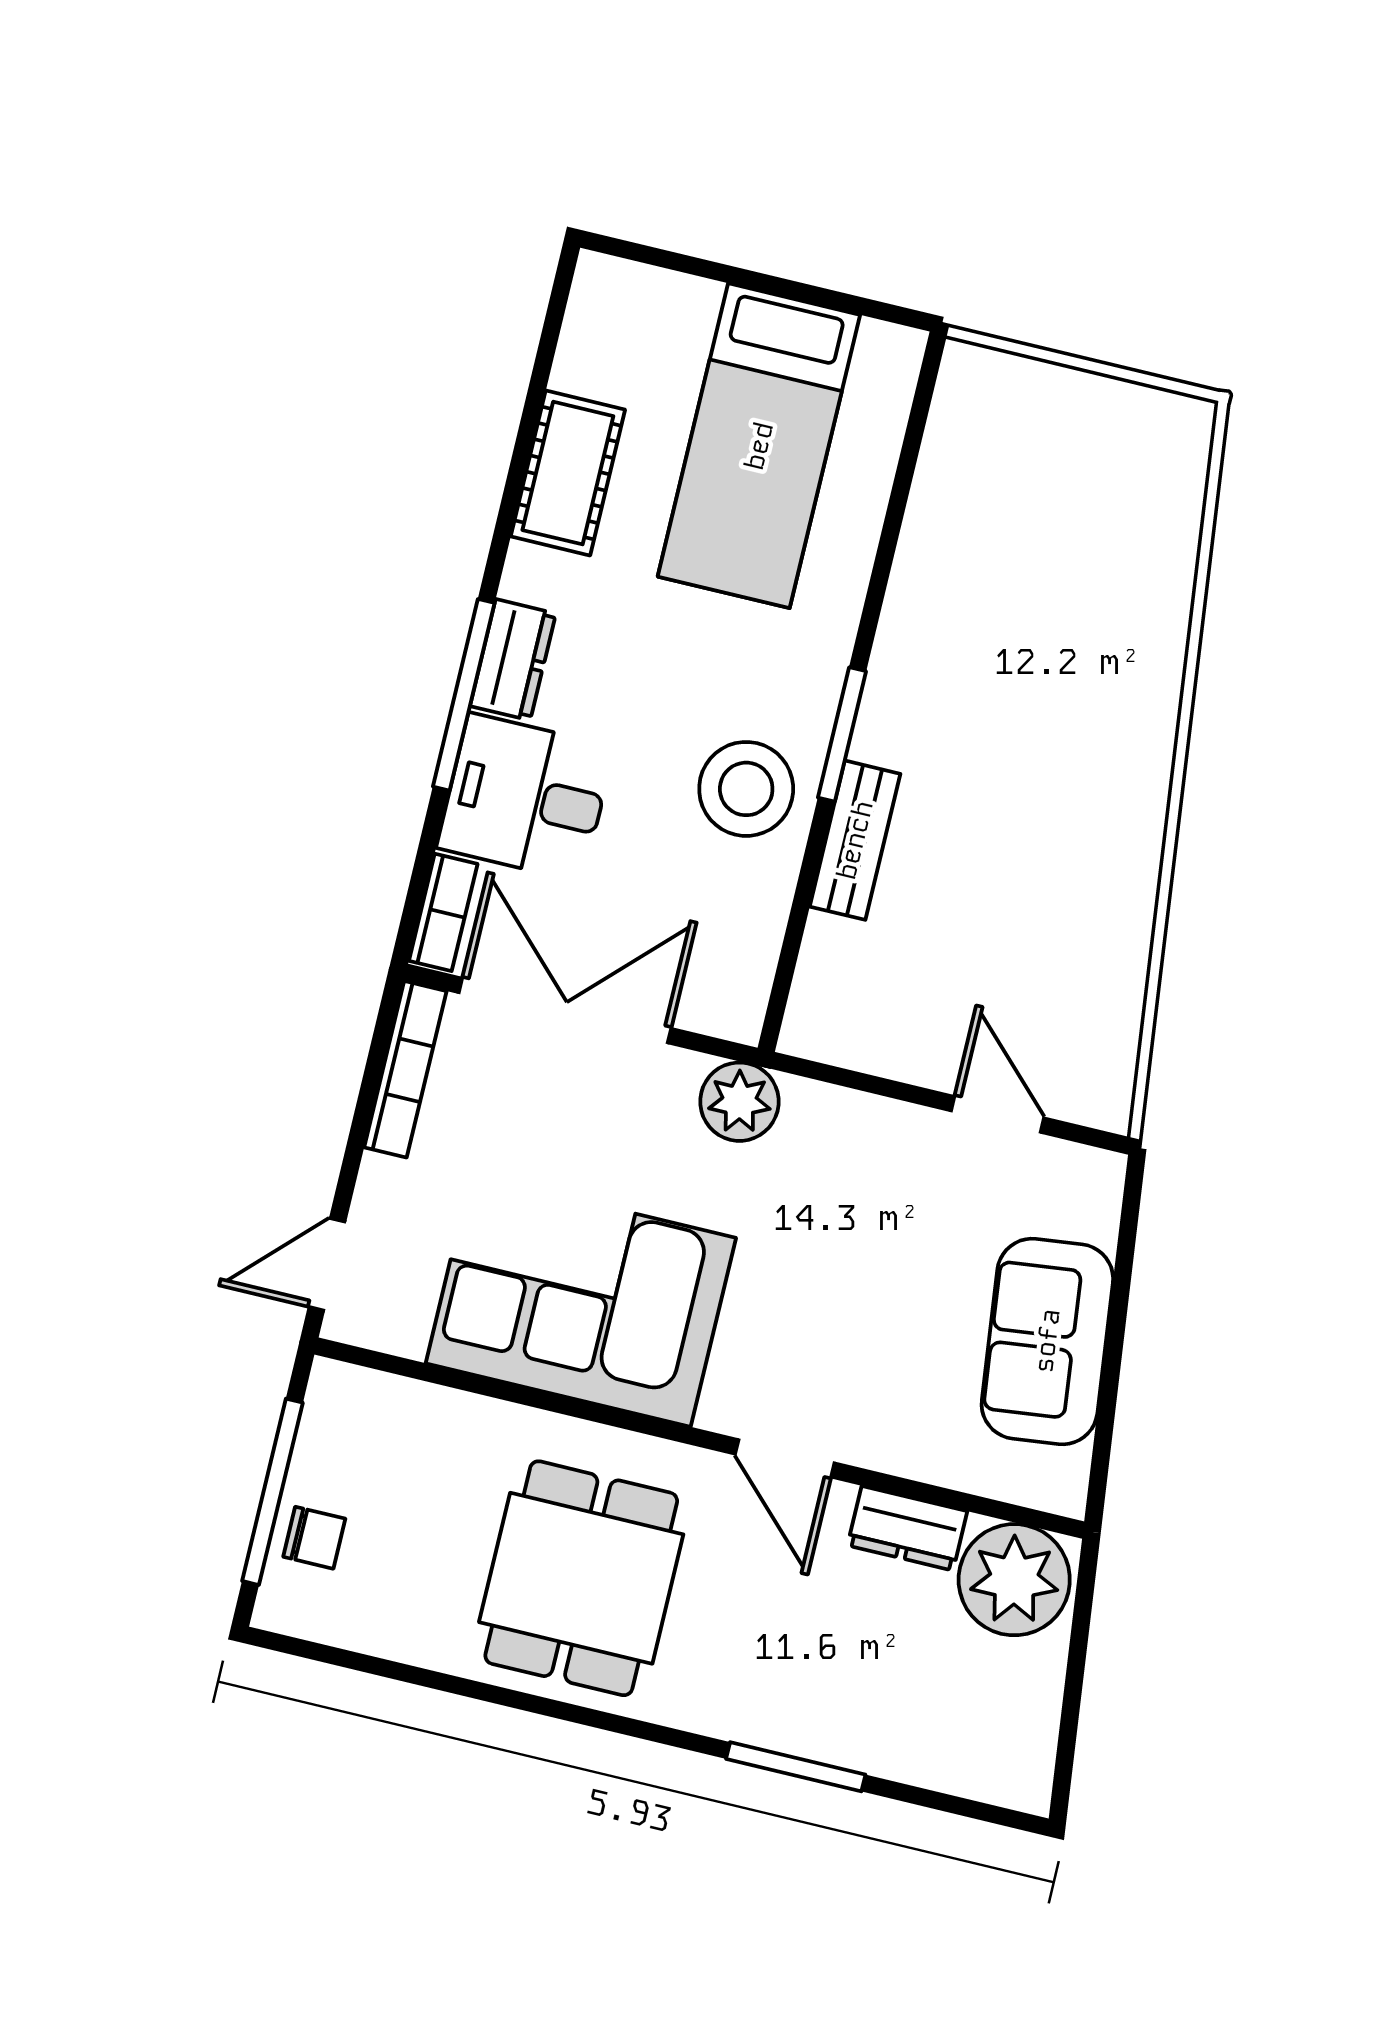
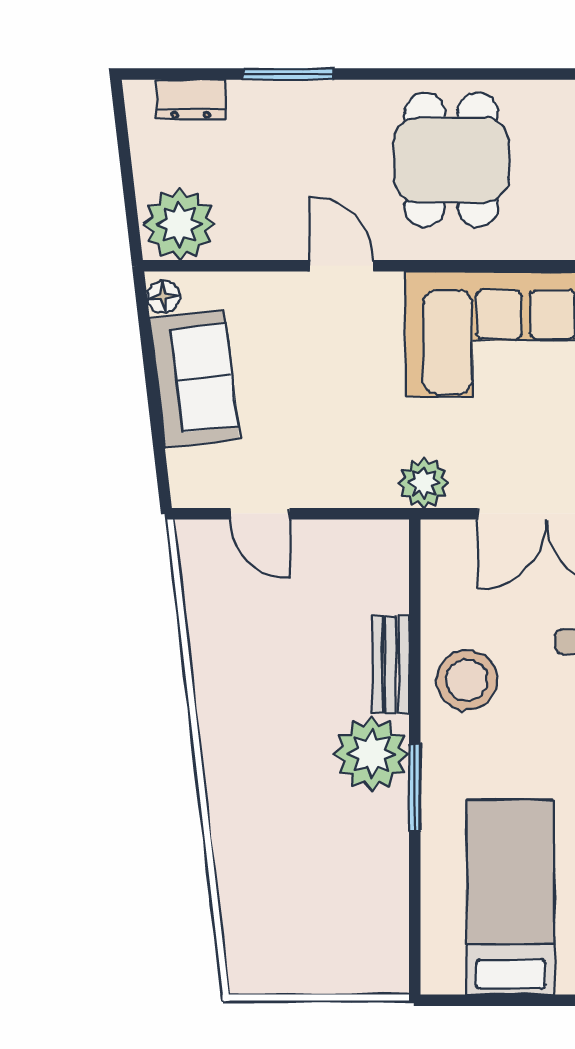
plant: (916, 712) -> (372, 754), added
window: (842, 734) -> (415, 788), moved
floor lamp: (1065, 1476) -> (163, 297), added
dresser: (907, 1528) -> (191, 99), moved, turned 180

